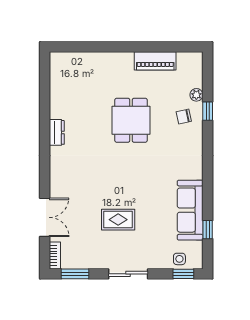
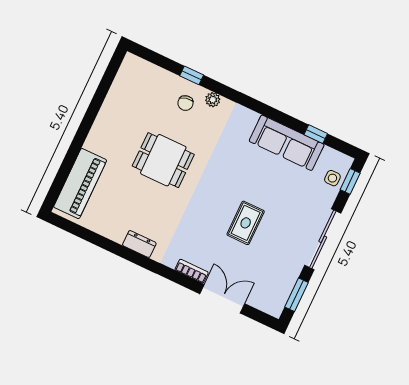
piano: (155, 61) -> (80, 184), moved, width x1.37, depth x1.33
plant: (196, 95) -> (213, 100), moved
rug: (118, 220) -> (246, 223), moved
bookcase: (55, 255) -> (192, 271), moved
sliding door: (128, 274) -> (323, 239), width x1.37

